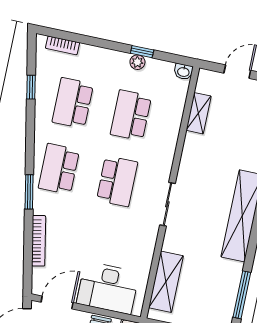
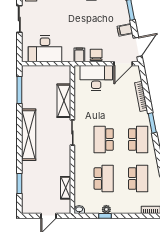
shelving: (166, 282) -> (64, 101), moved

